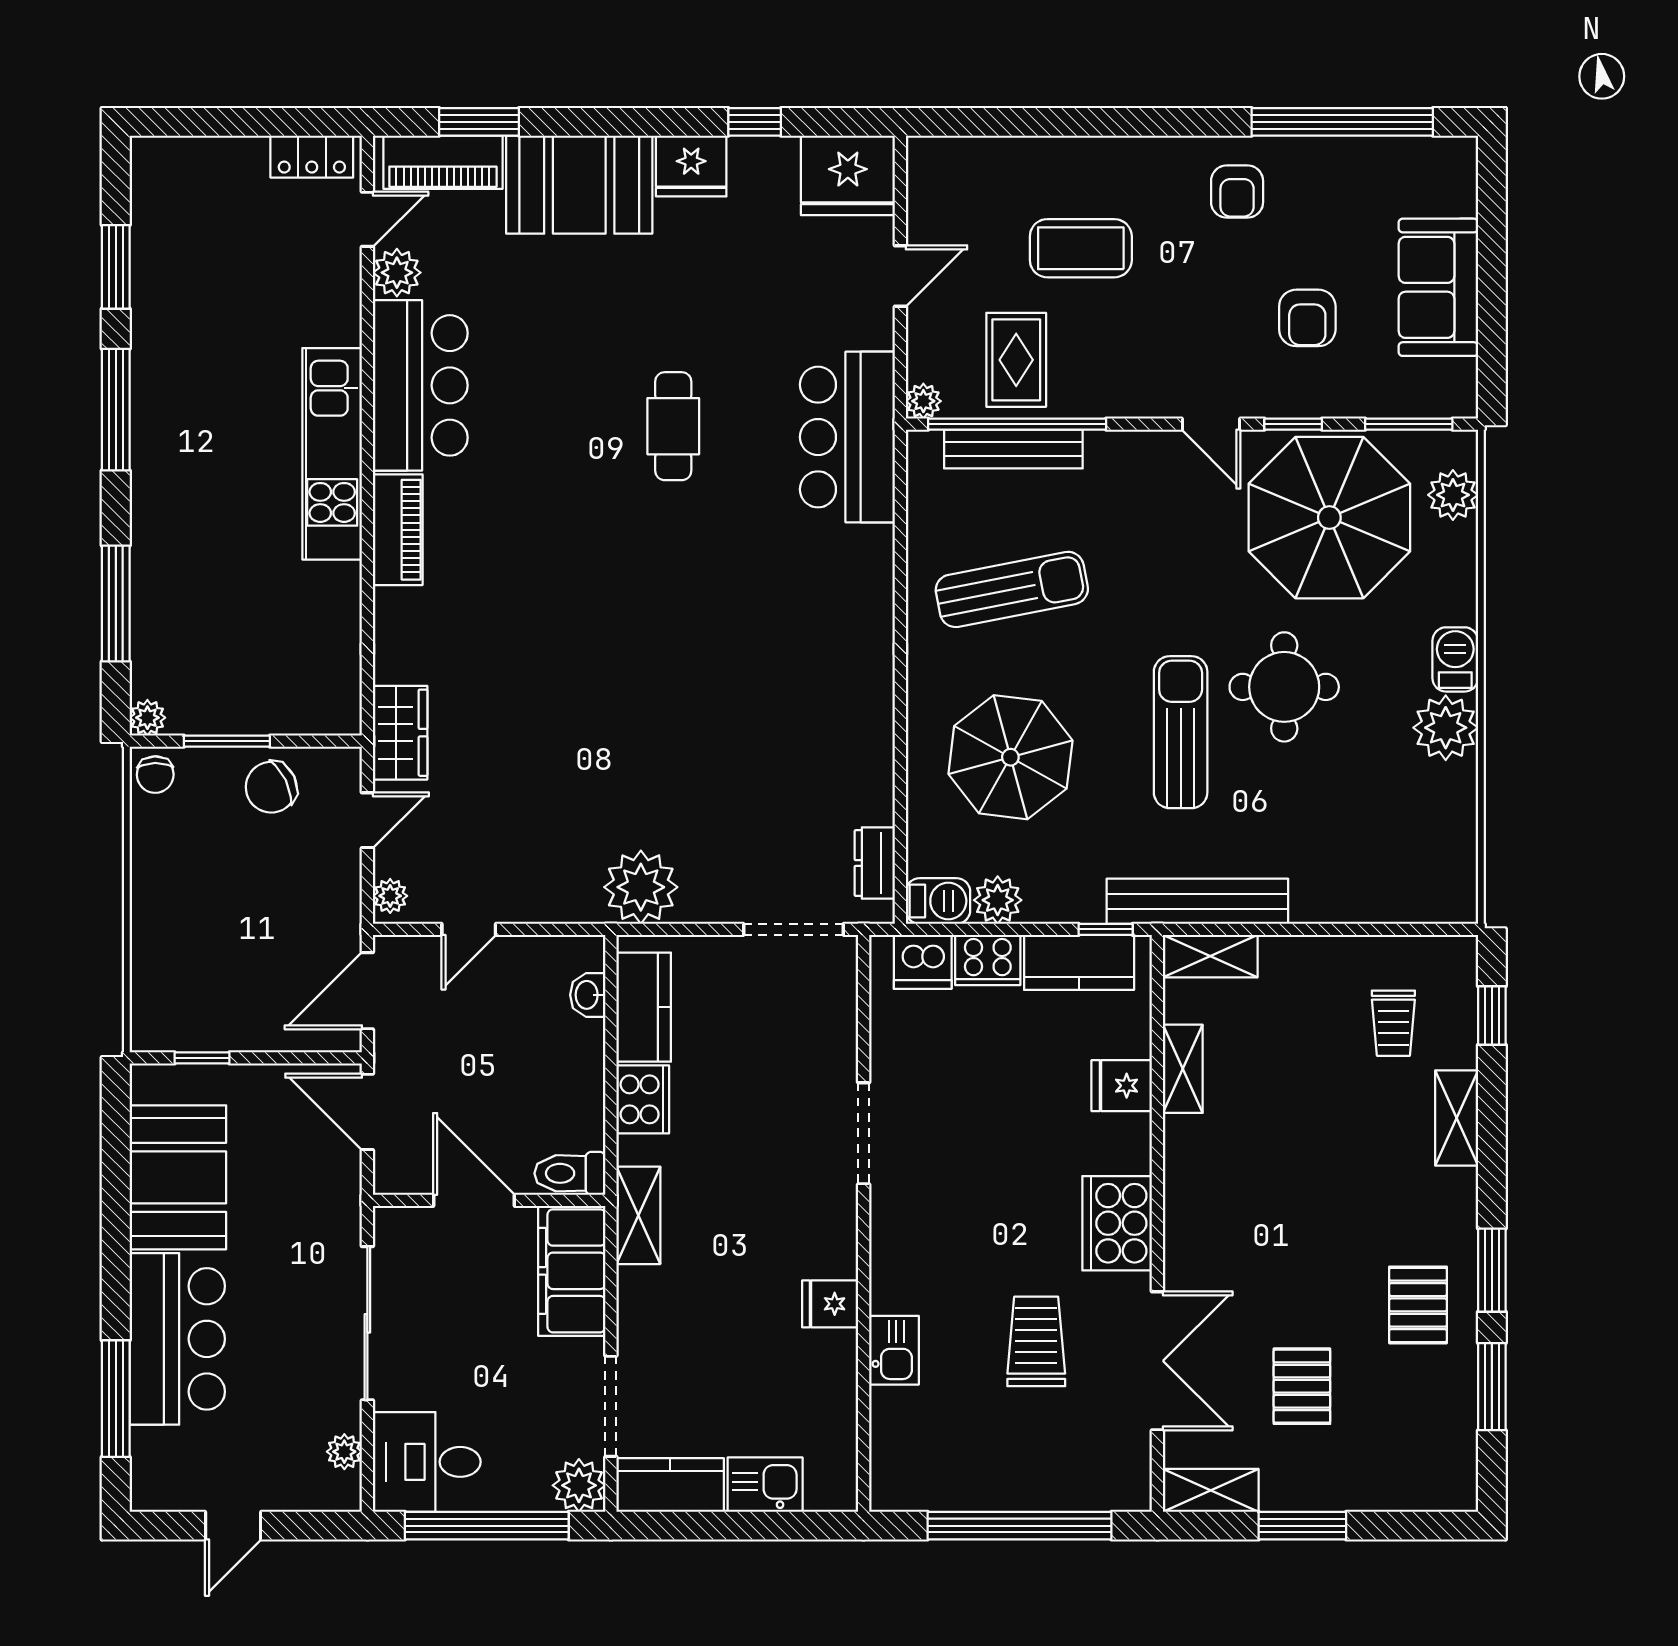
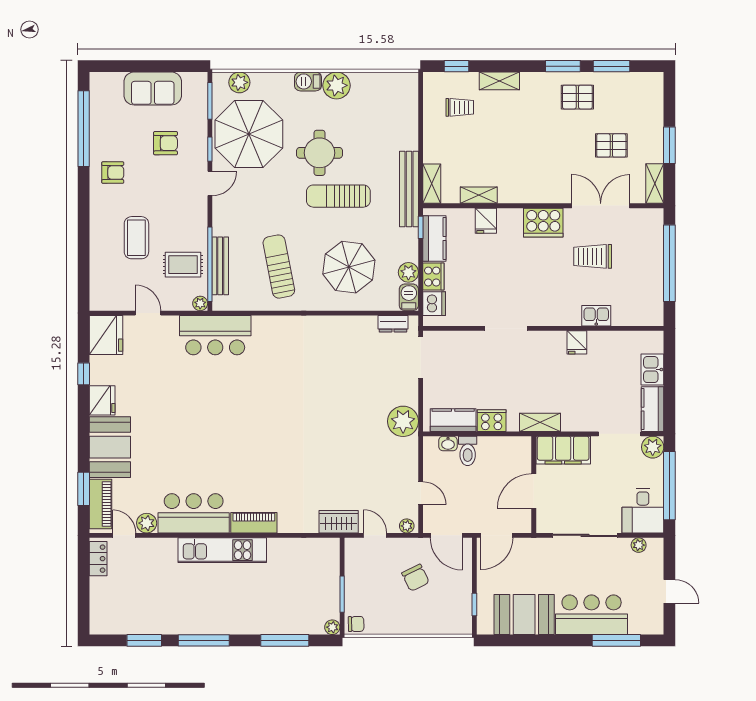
cafe table: (673, 426) -> (211, 408), removed
chair: (271, 787) -> (415, 578), moved
toilet: (570, 1173) -> (468, 451), moved

